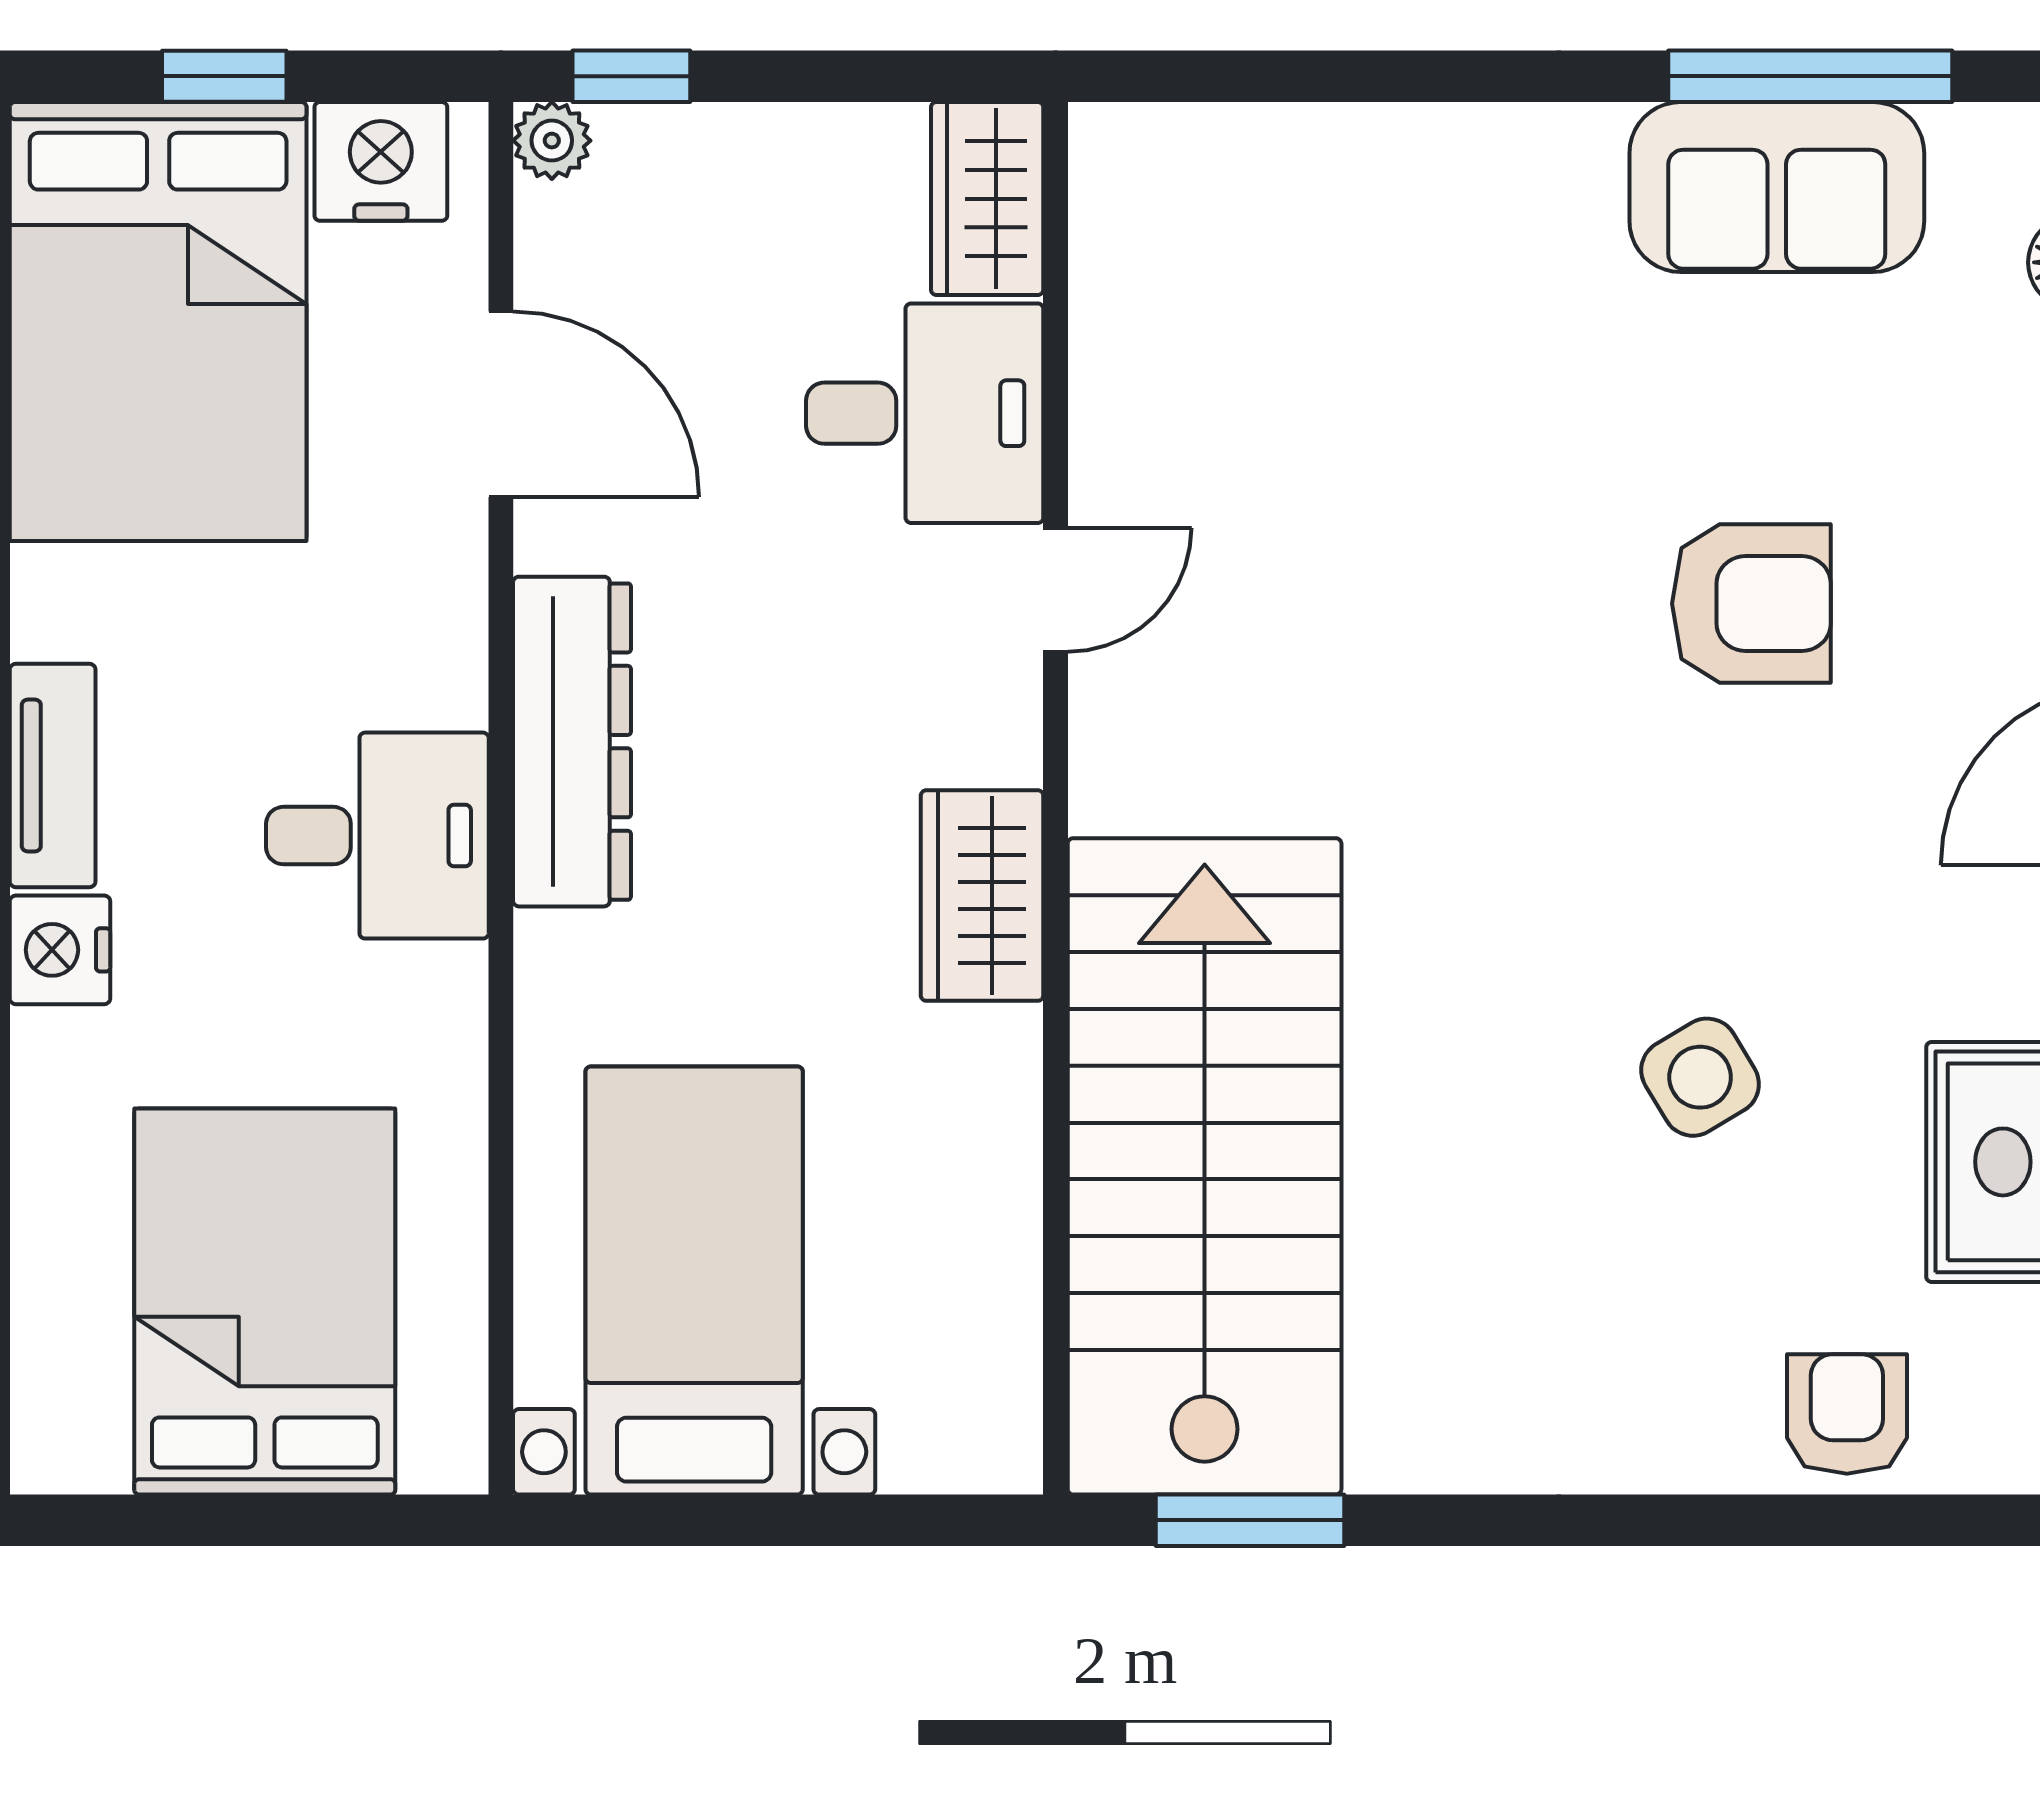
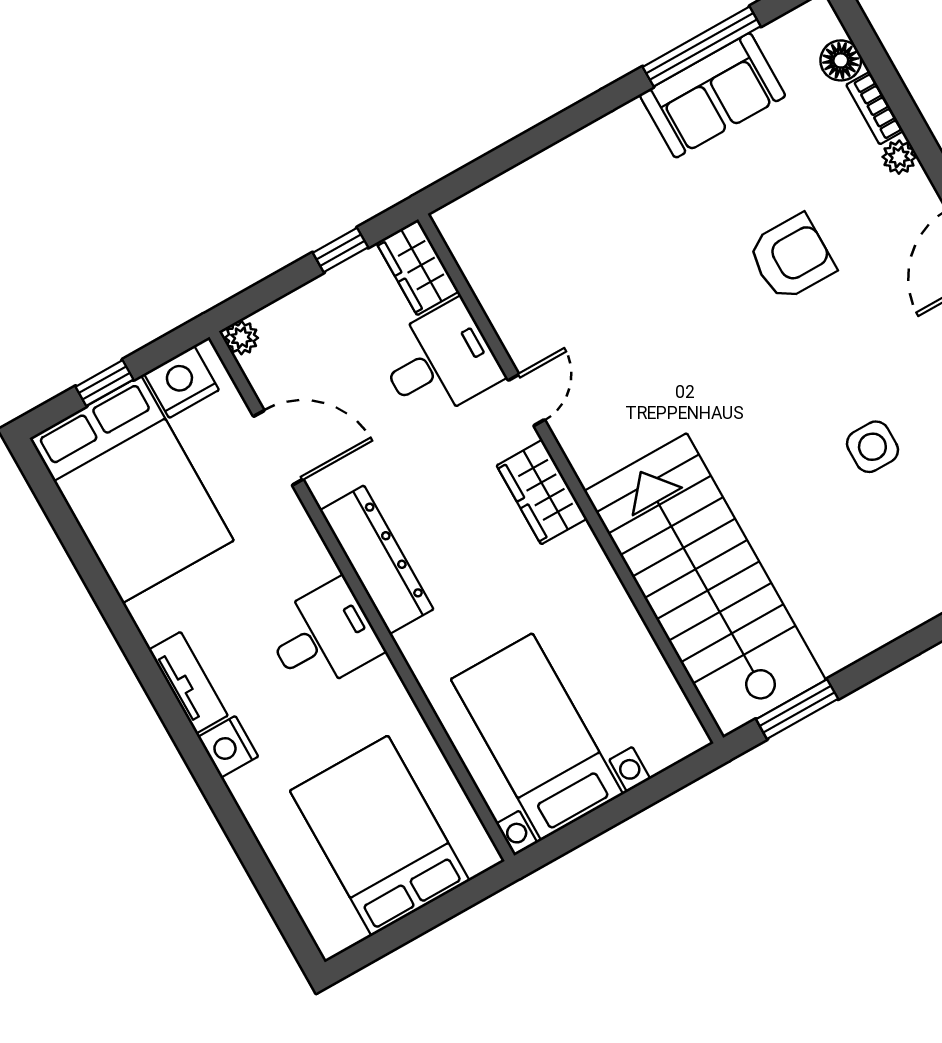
window: (631, 76) -> (340, 250), moved
wardrobe: (982, 896) -> (542, 492), moved
side table: (1700, 1077) -> (872, 447), turned 31

